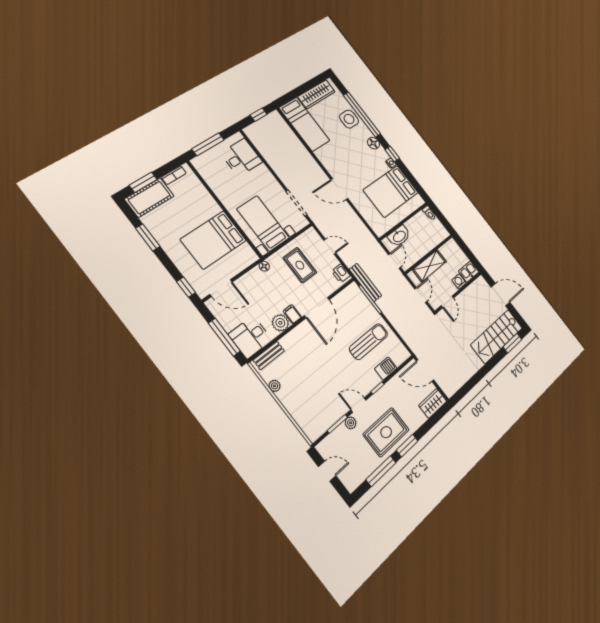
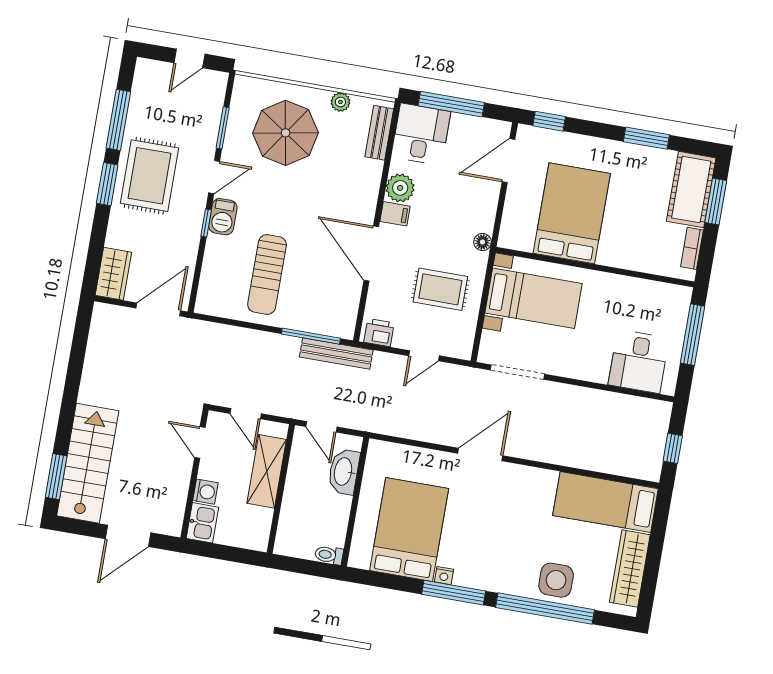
floor lamp: (373, 143) -> (493, 580), removed
window: (392, 154) -> (454, 593), width x2.17
barbecue: (386, 368) -> (223, 217), moved
parasol: (311, 395) -> (285, 133), added
plant: (351, 423) -> (207, 145), removed

